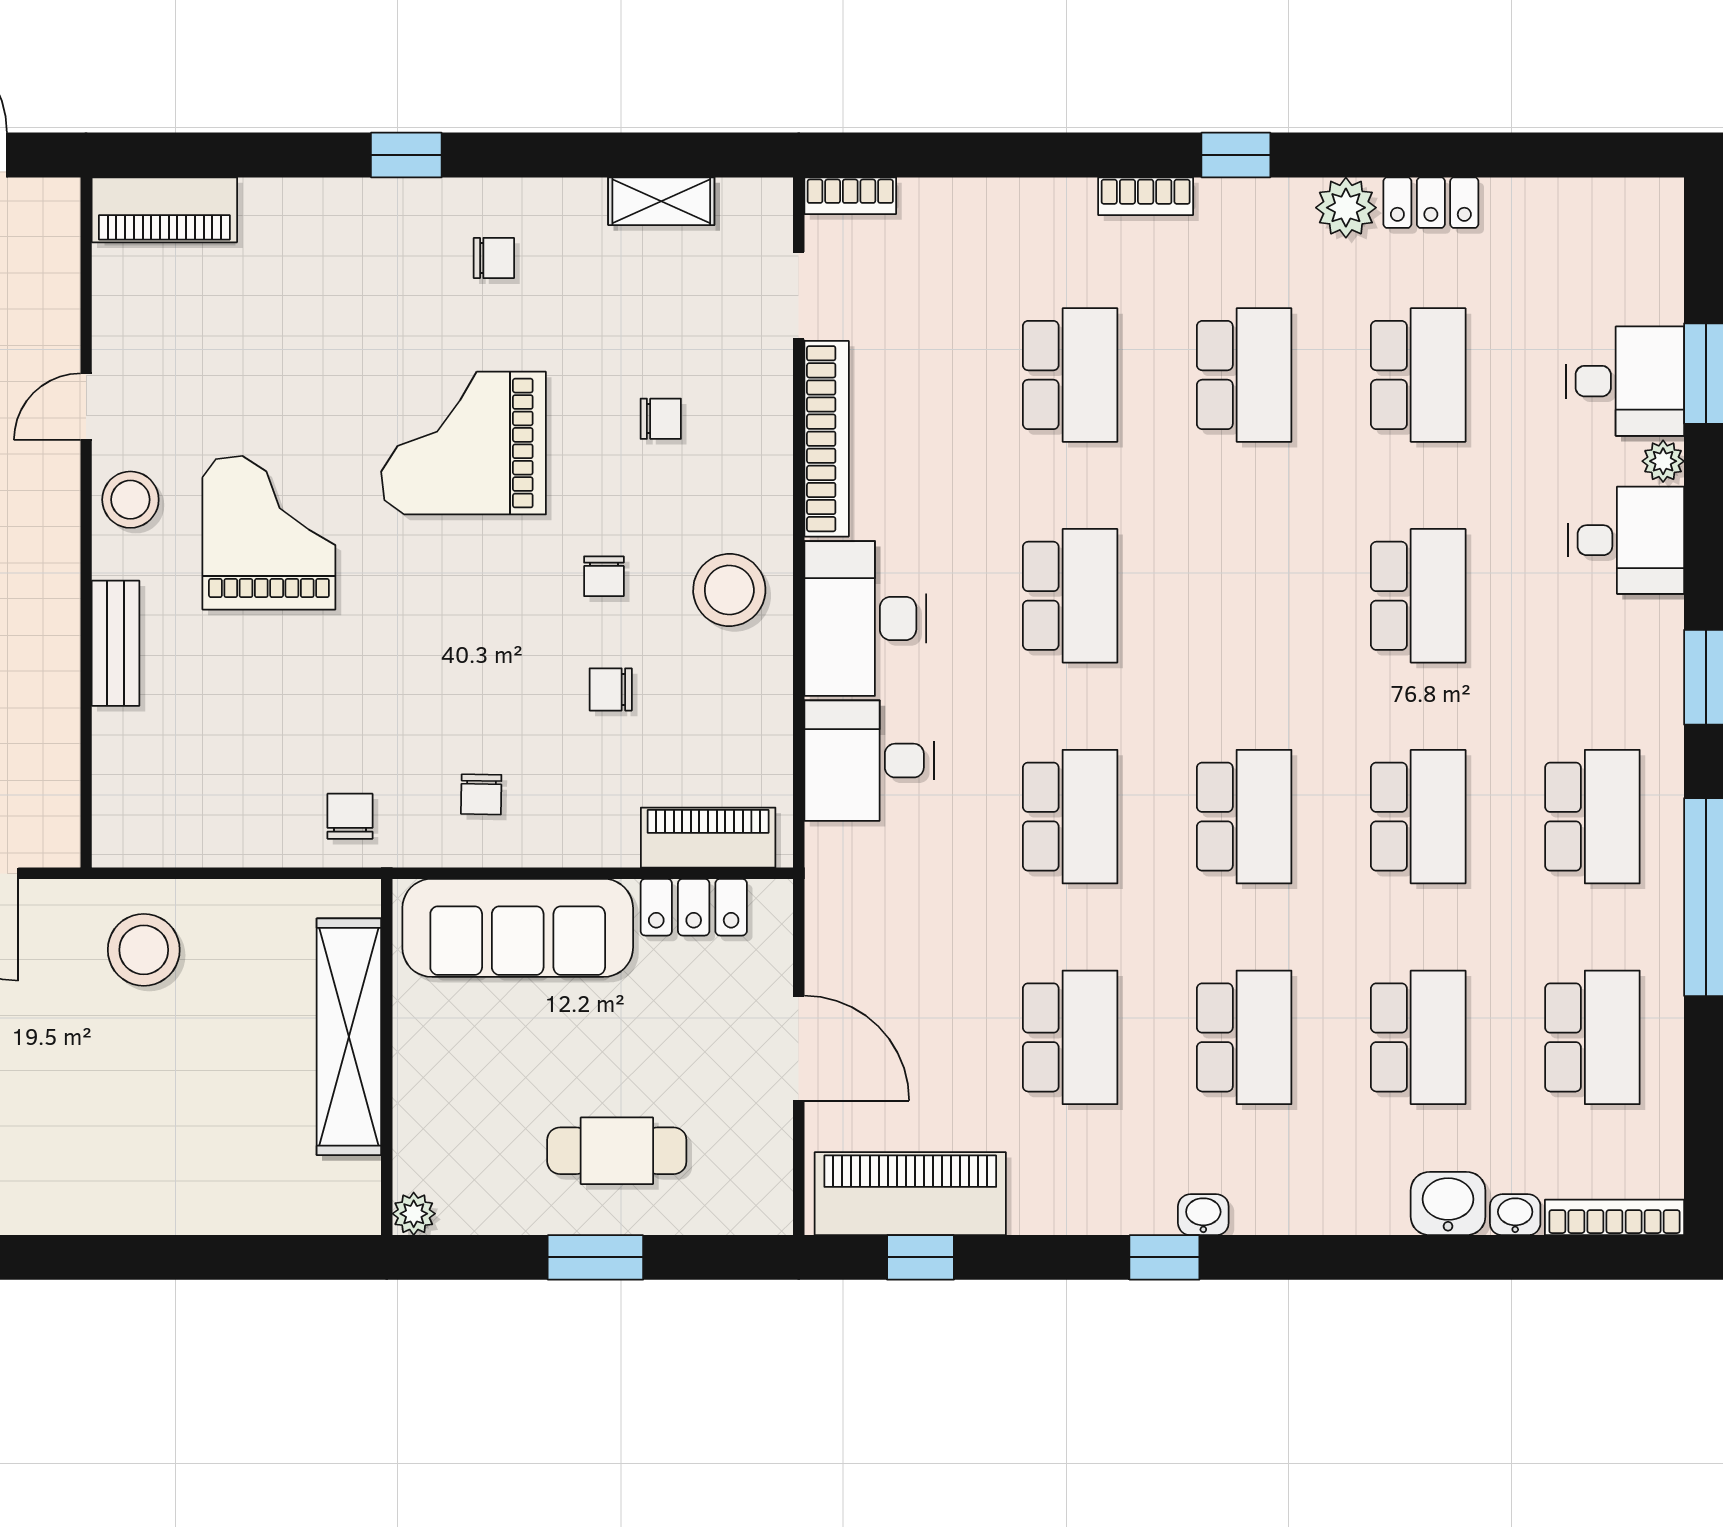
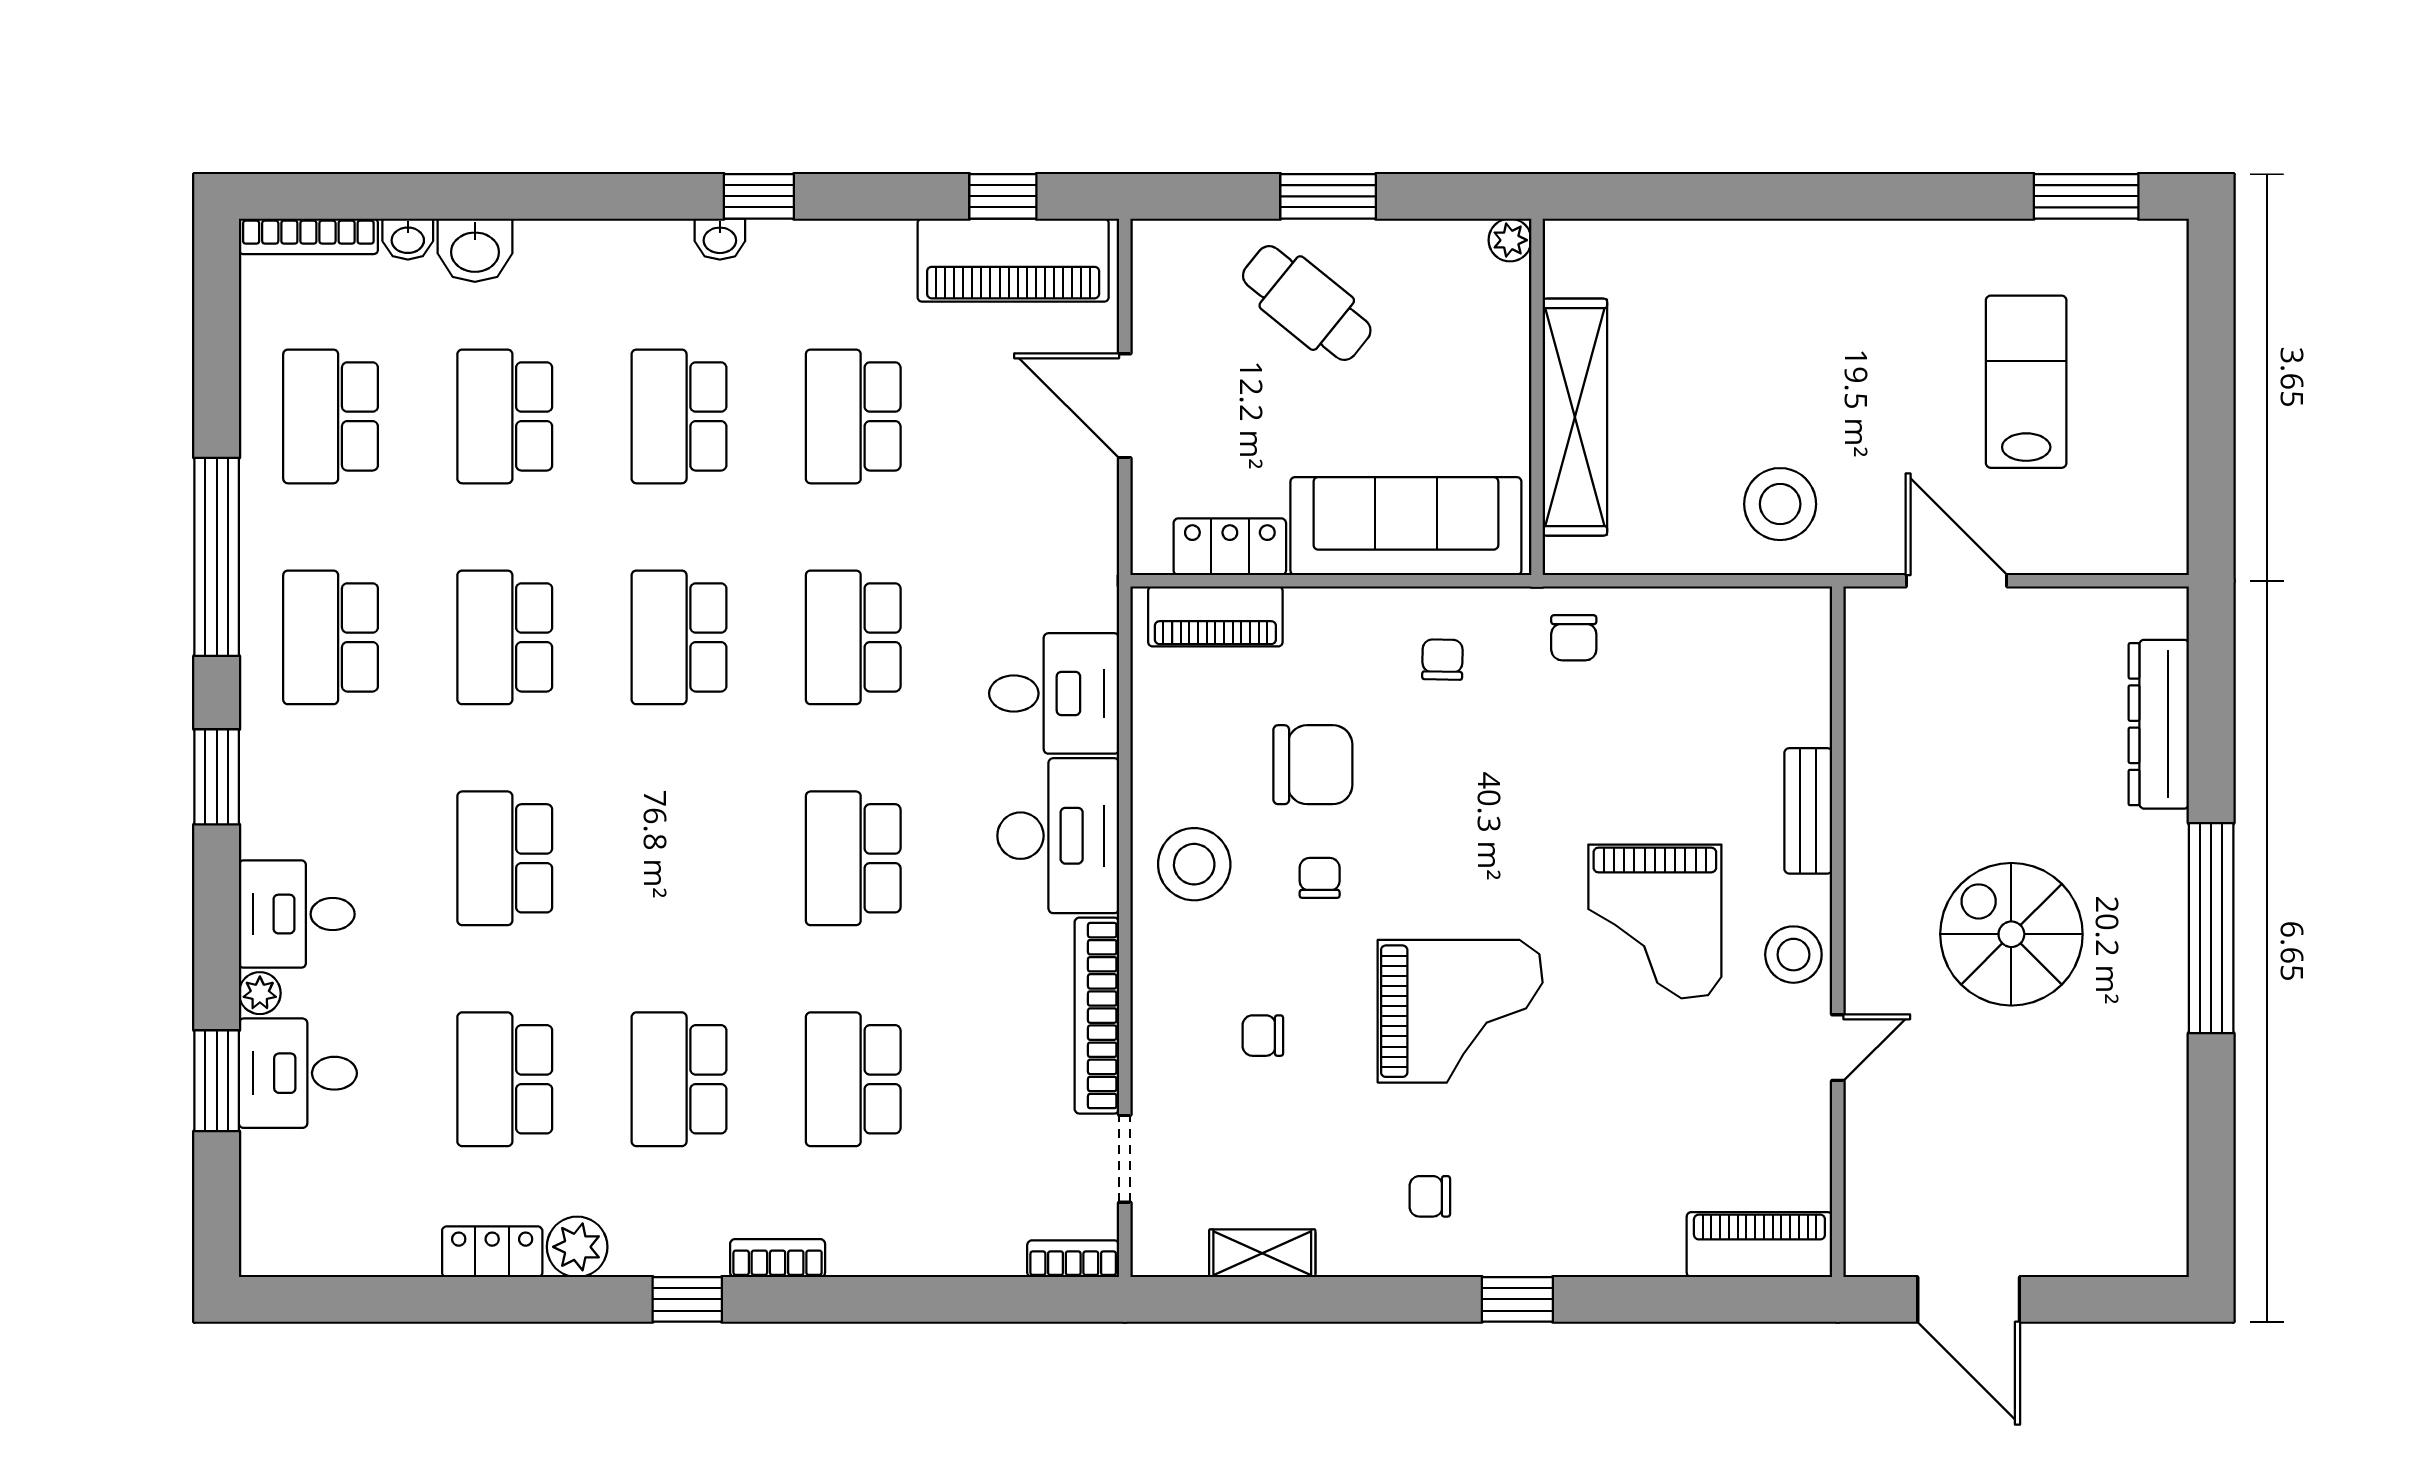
chair: (611, 689) -> (1313, 765), width x1.87, depth x1.87
cafe table: (617, 1151) -> (1307, 303), turned 39

